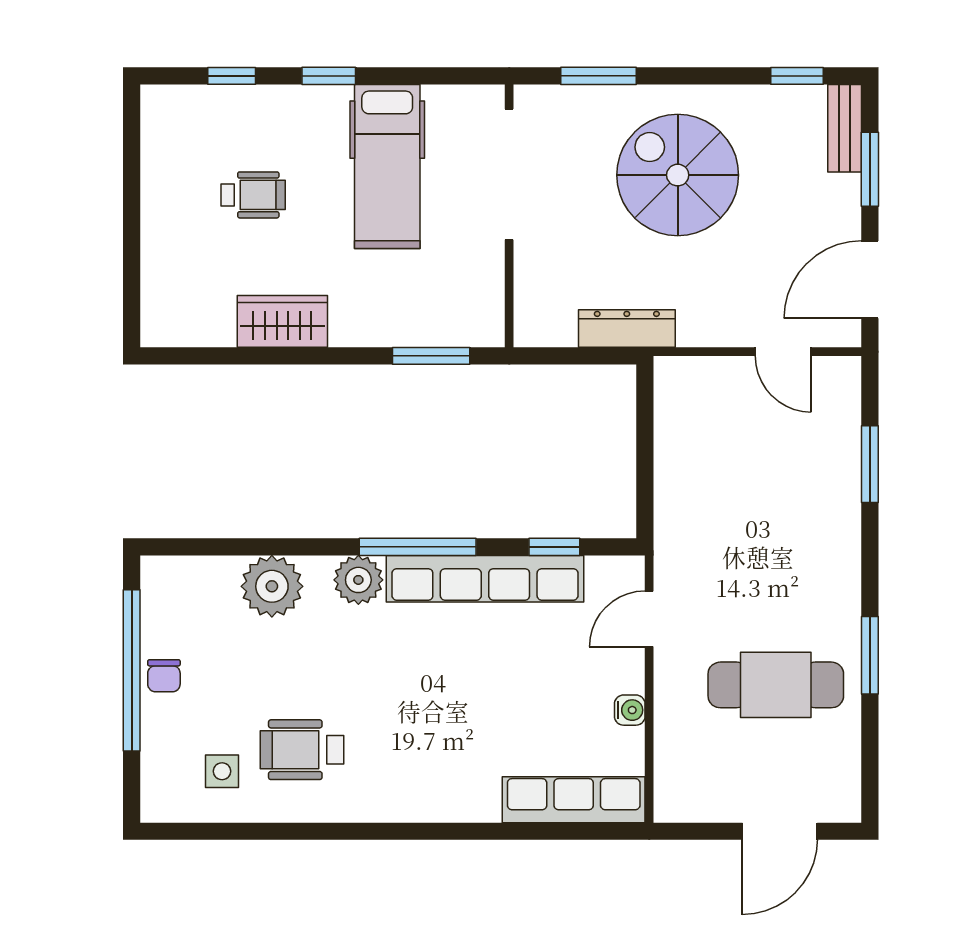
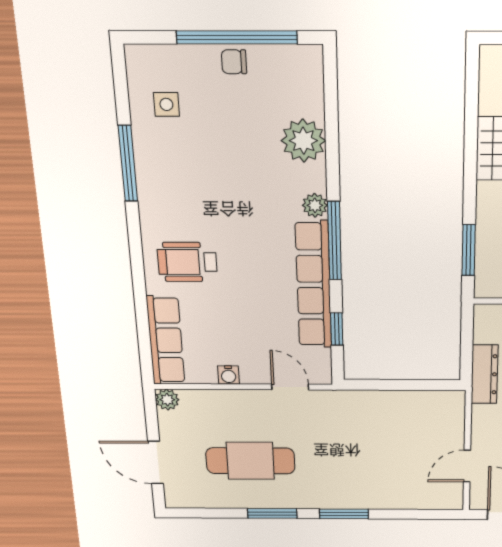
window: (870, 464) -> (344, 514), moved
plant: (358, 580) -> (315, 205), width x0.73, depth x0.73
cafe table: (776, 685) -> (250, 461), turned 90
wheelchair: (302, 750) -> (187, 262), moved, turned -90
plant: (671, 805) -> (167, 400), added
window: (305, 831) -> (128, 163), added

